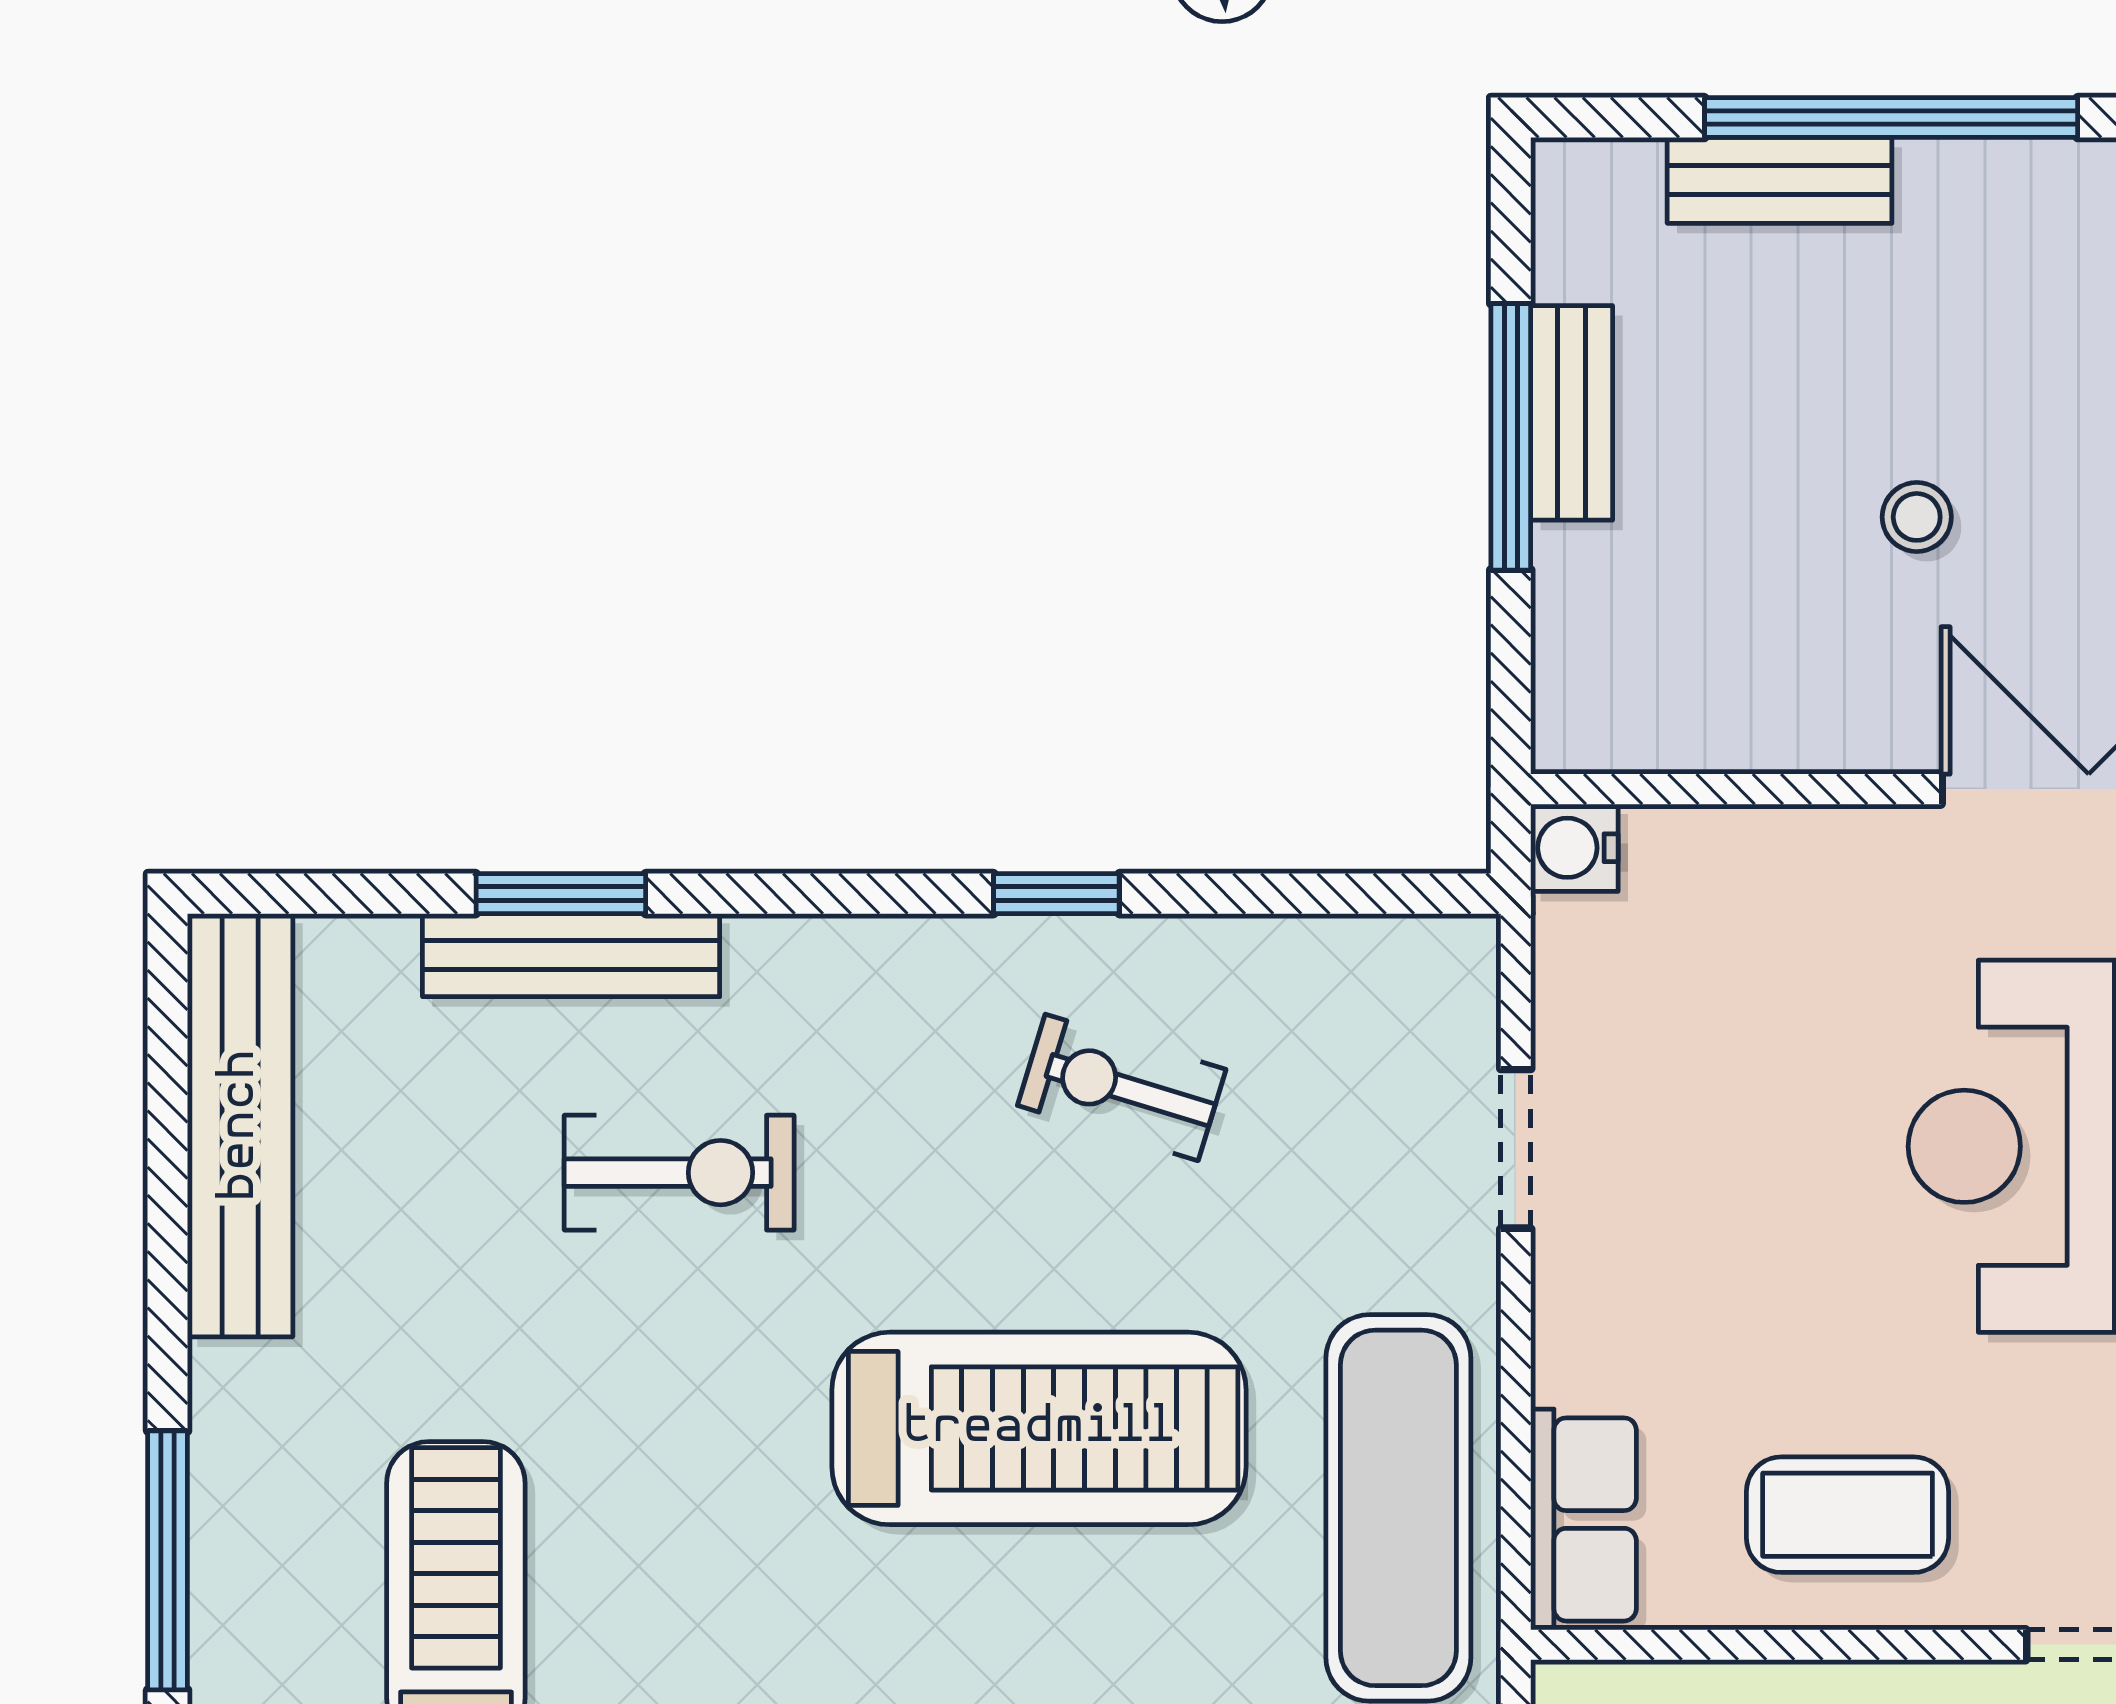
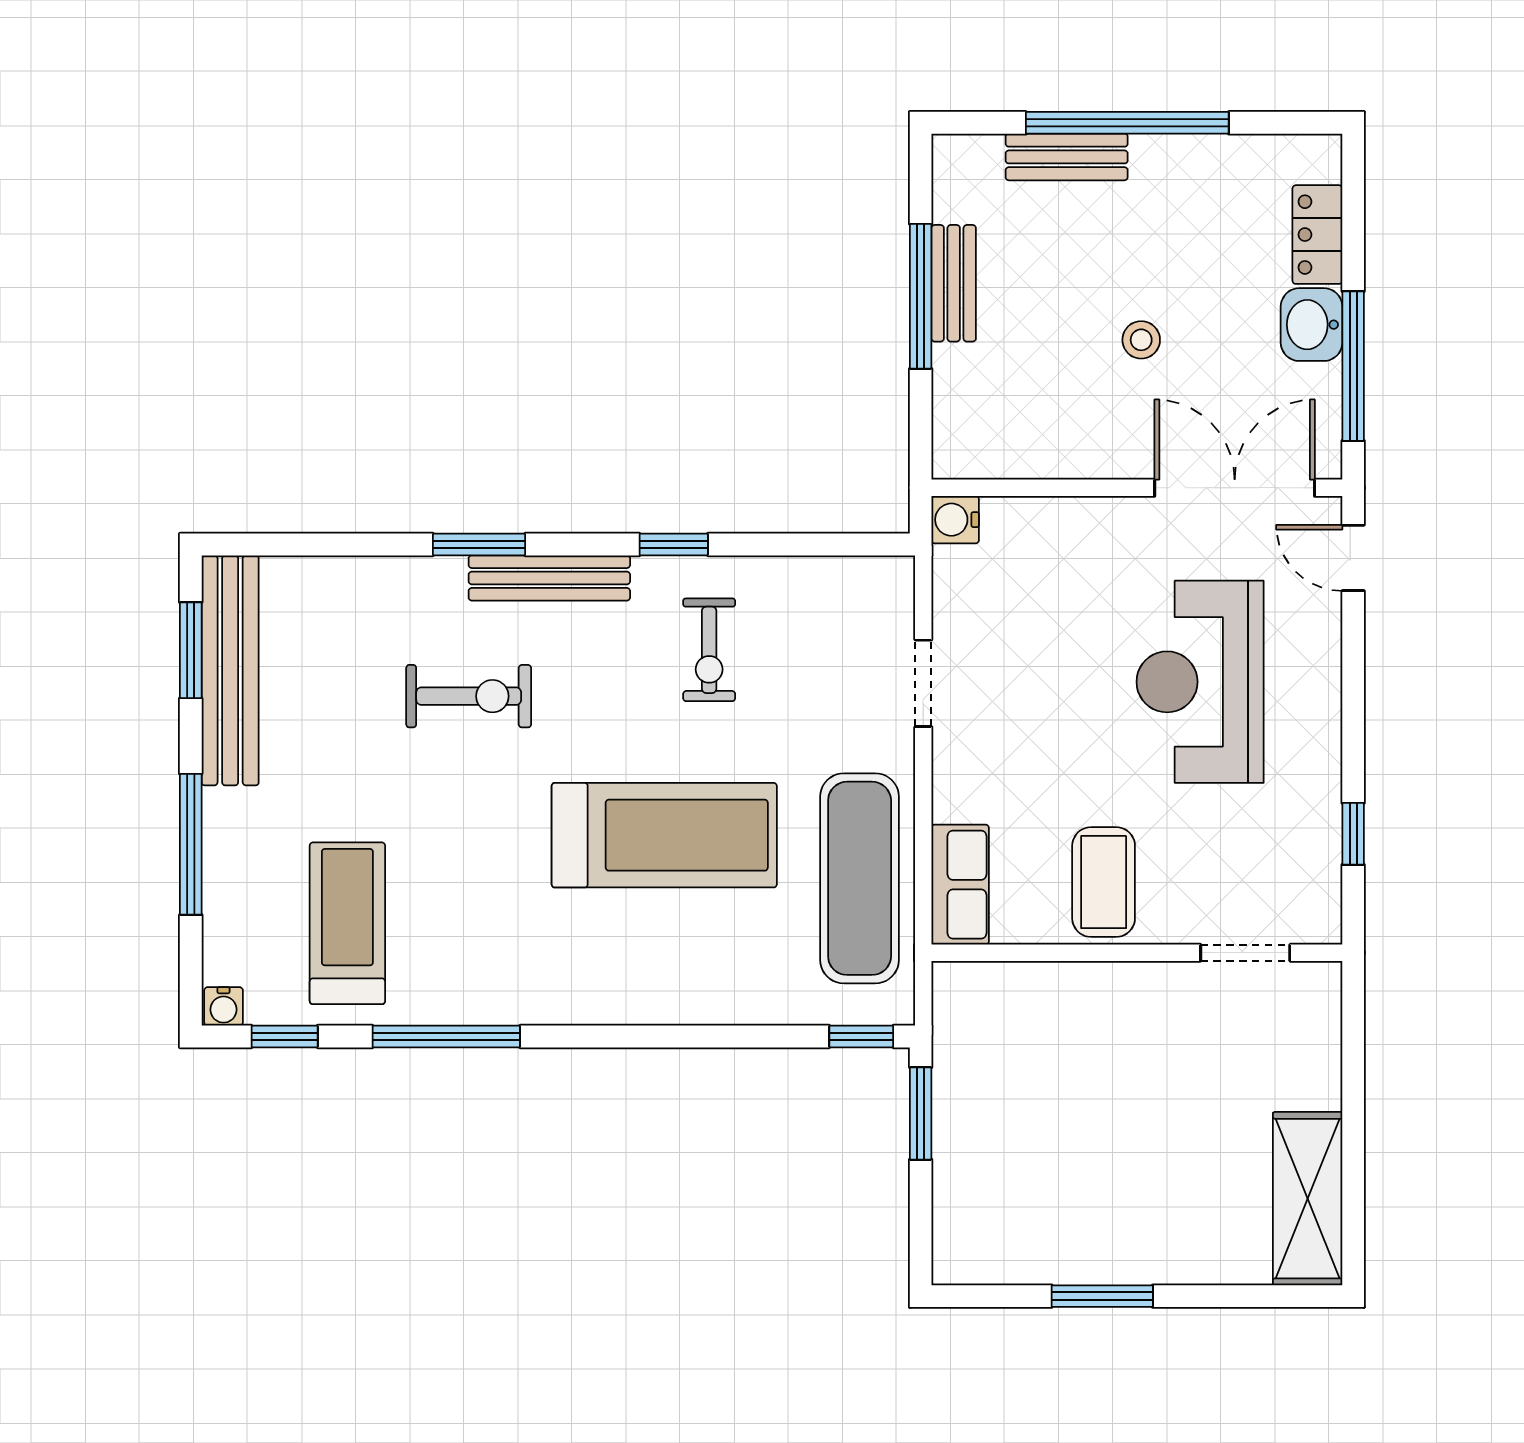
window: (561, 894) -> (479, 545), moved
bench: (571, 955) -> (549, 578), moved
exercise bike: (1122, 1087) -> (709, 650), turned -107
window: (168, 1088) -> (191, 650), added
coffee table: (1848, 1515) -> (1104, 882), turned 90
window: (168, 1560) -> (191, 844), moved

